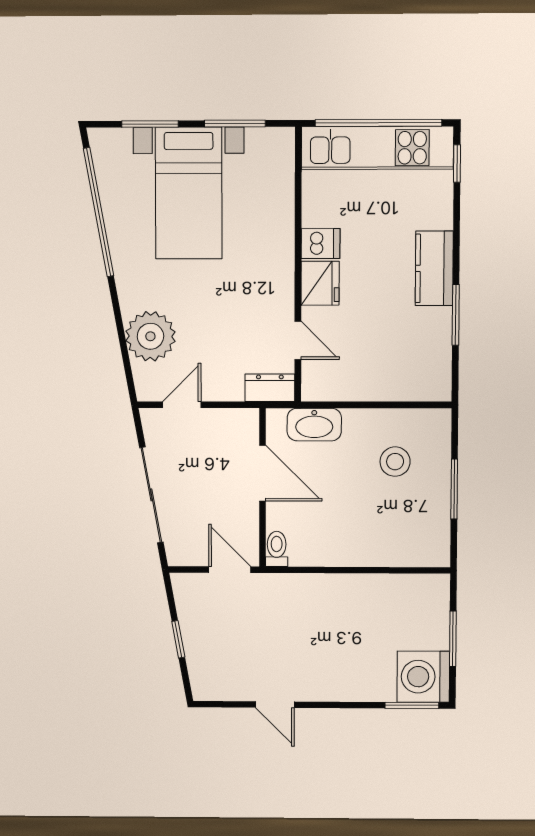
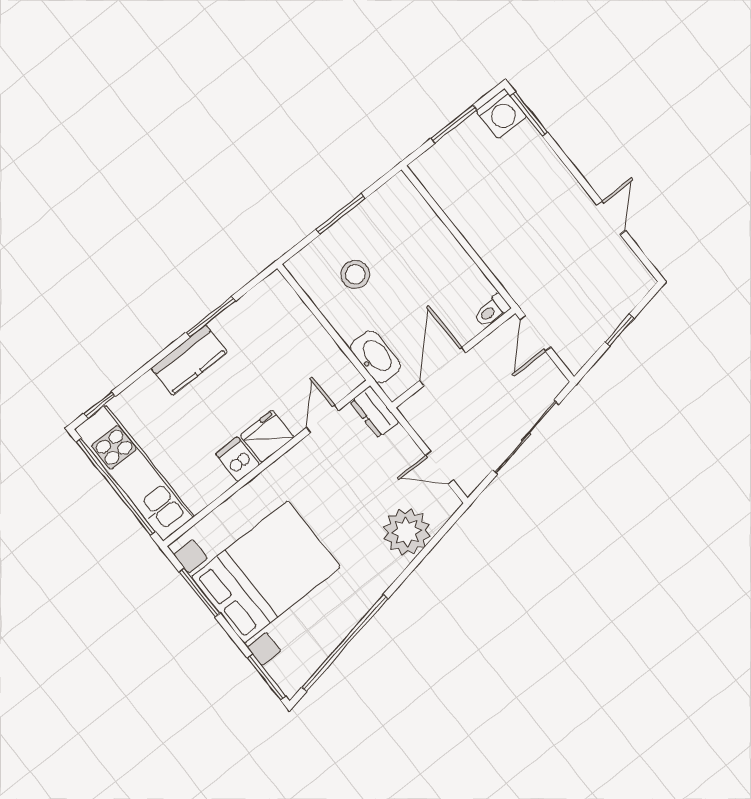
window: (150, 124) -> (267, 677), moved
bed with nightstands: (189, 193) -> (266, 572), width x1.36
washing machine: (423, 677) -> (501, 114), width x0.73, depth x0.73

